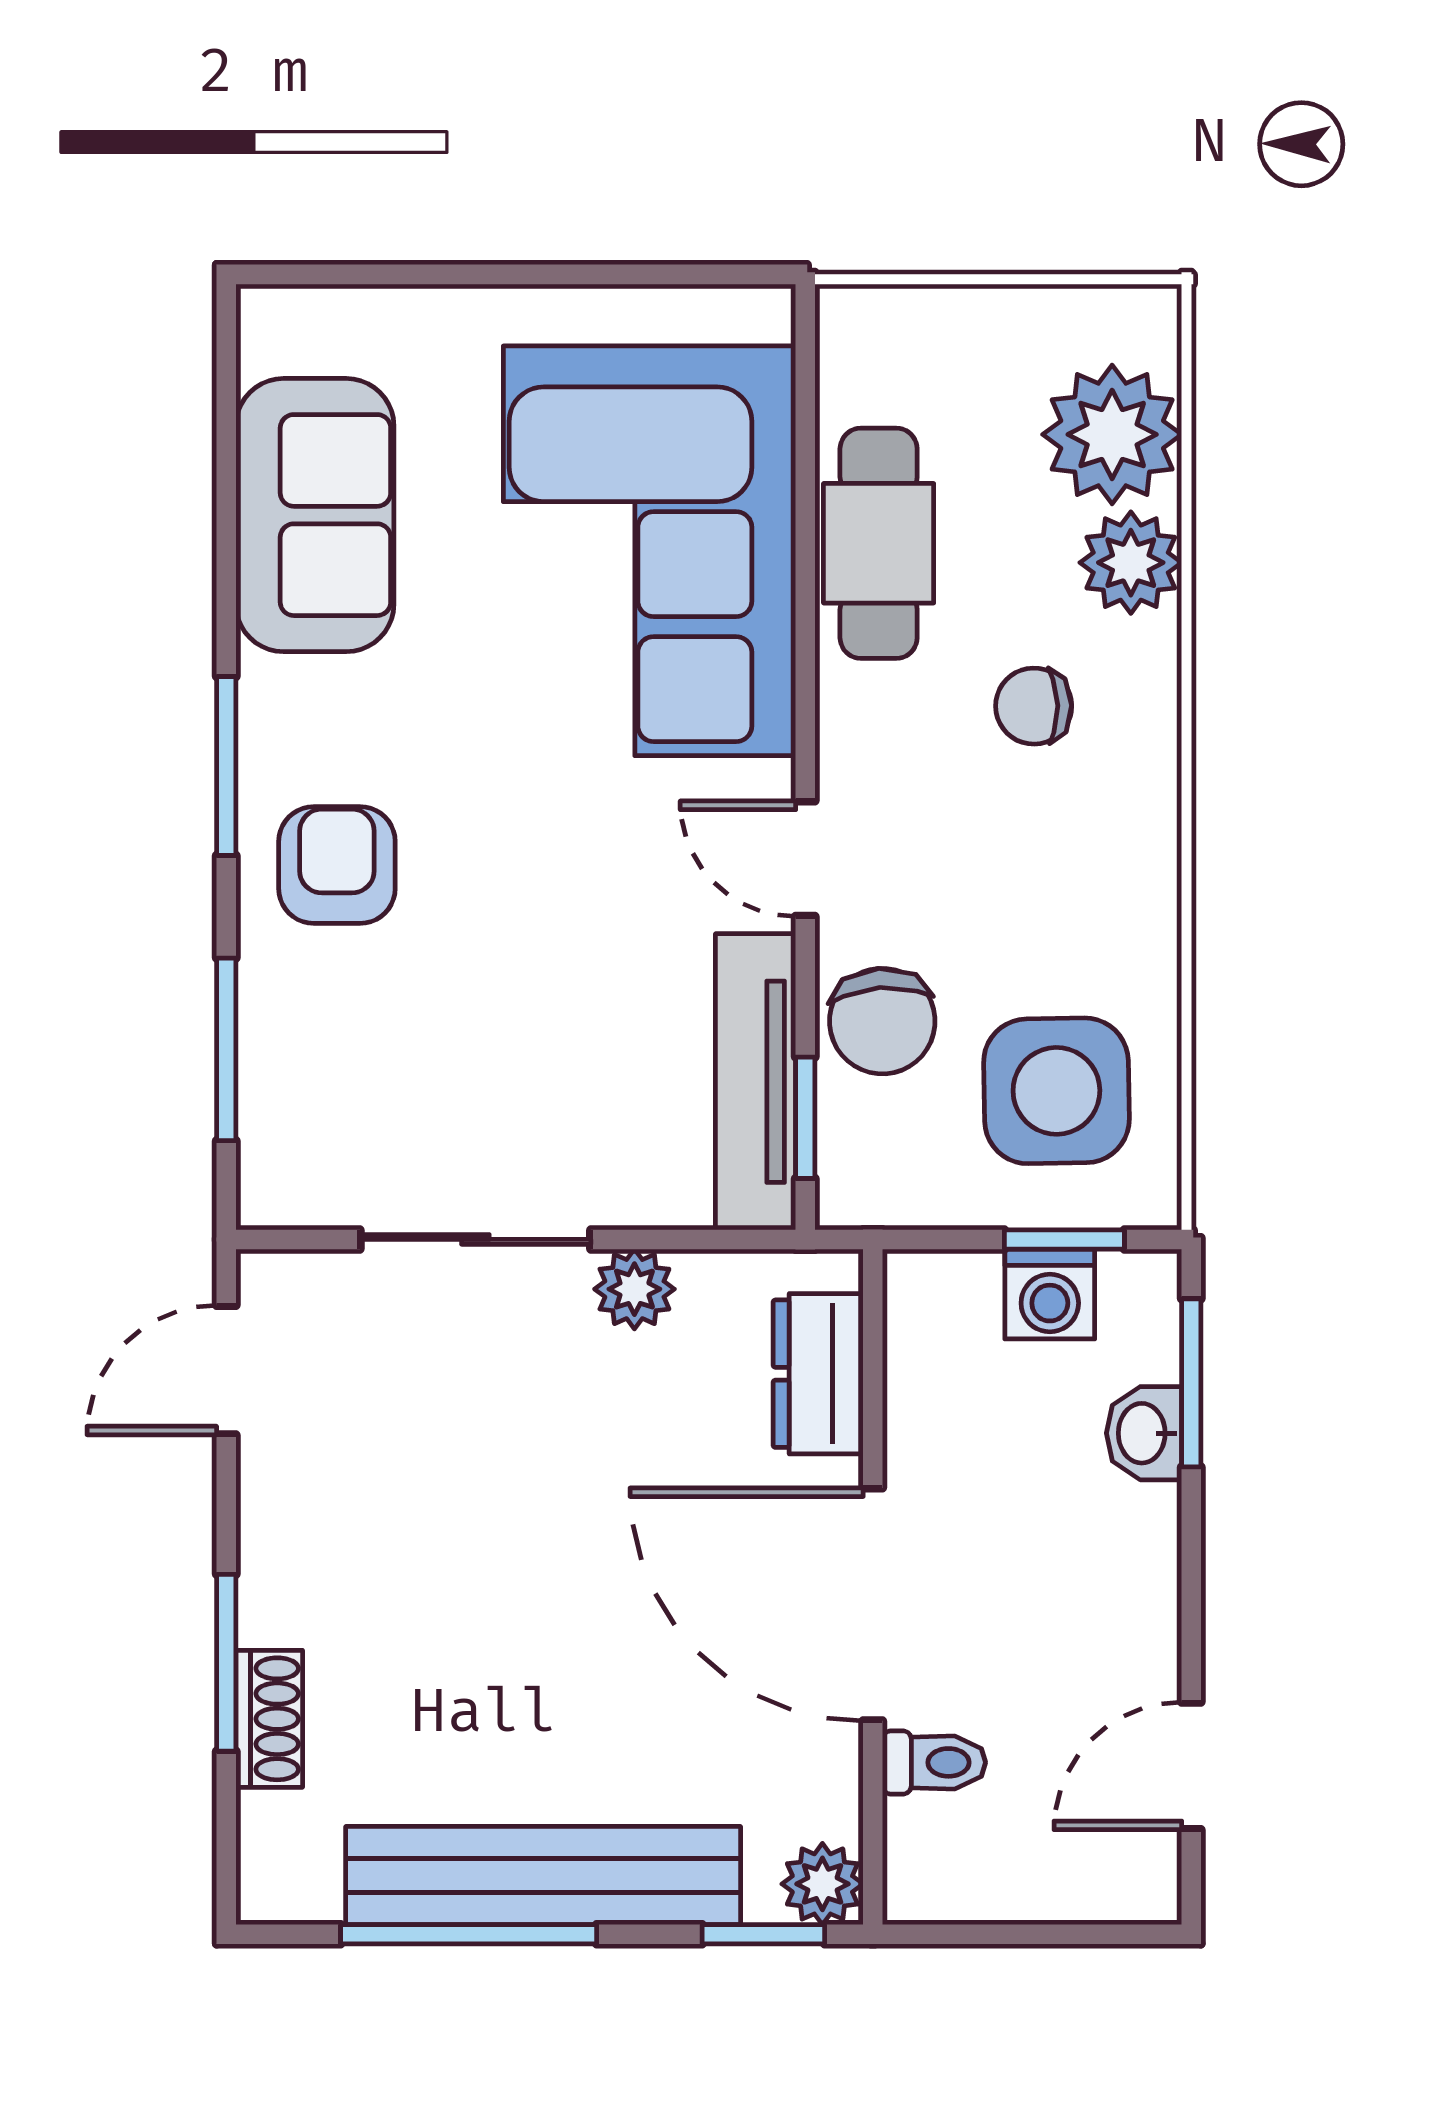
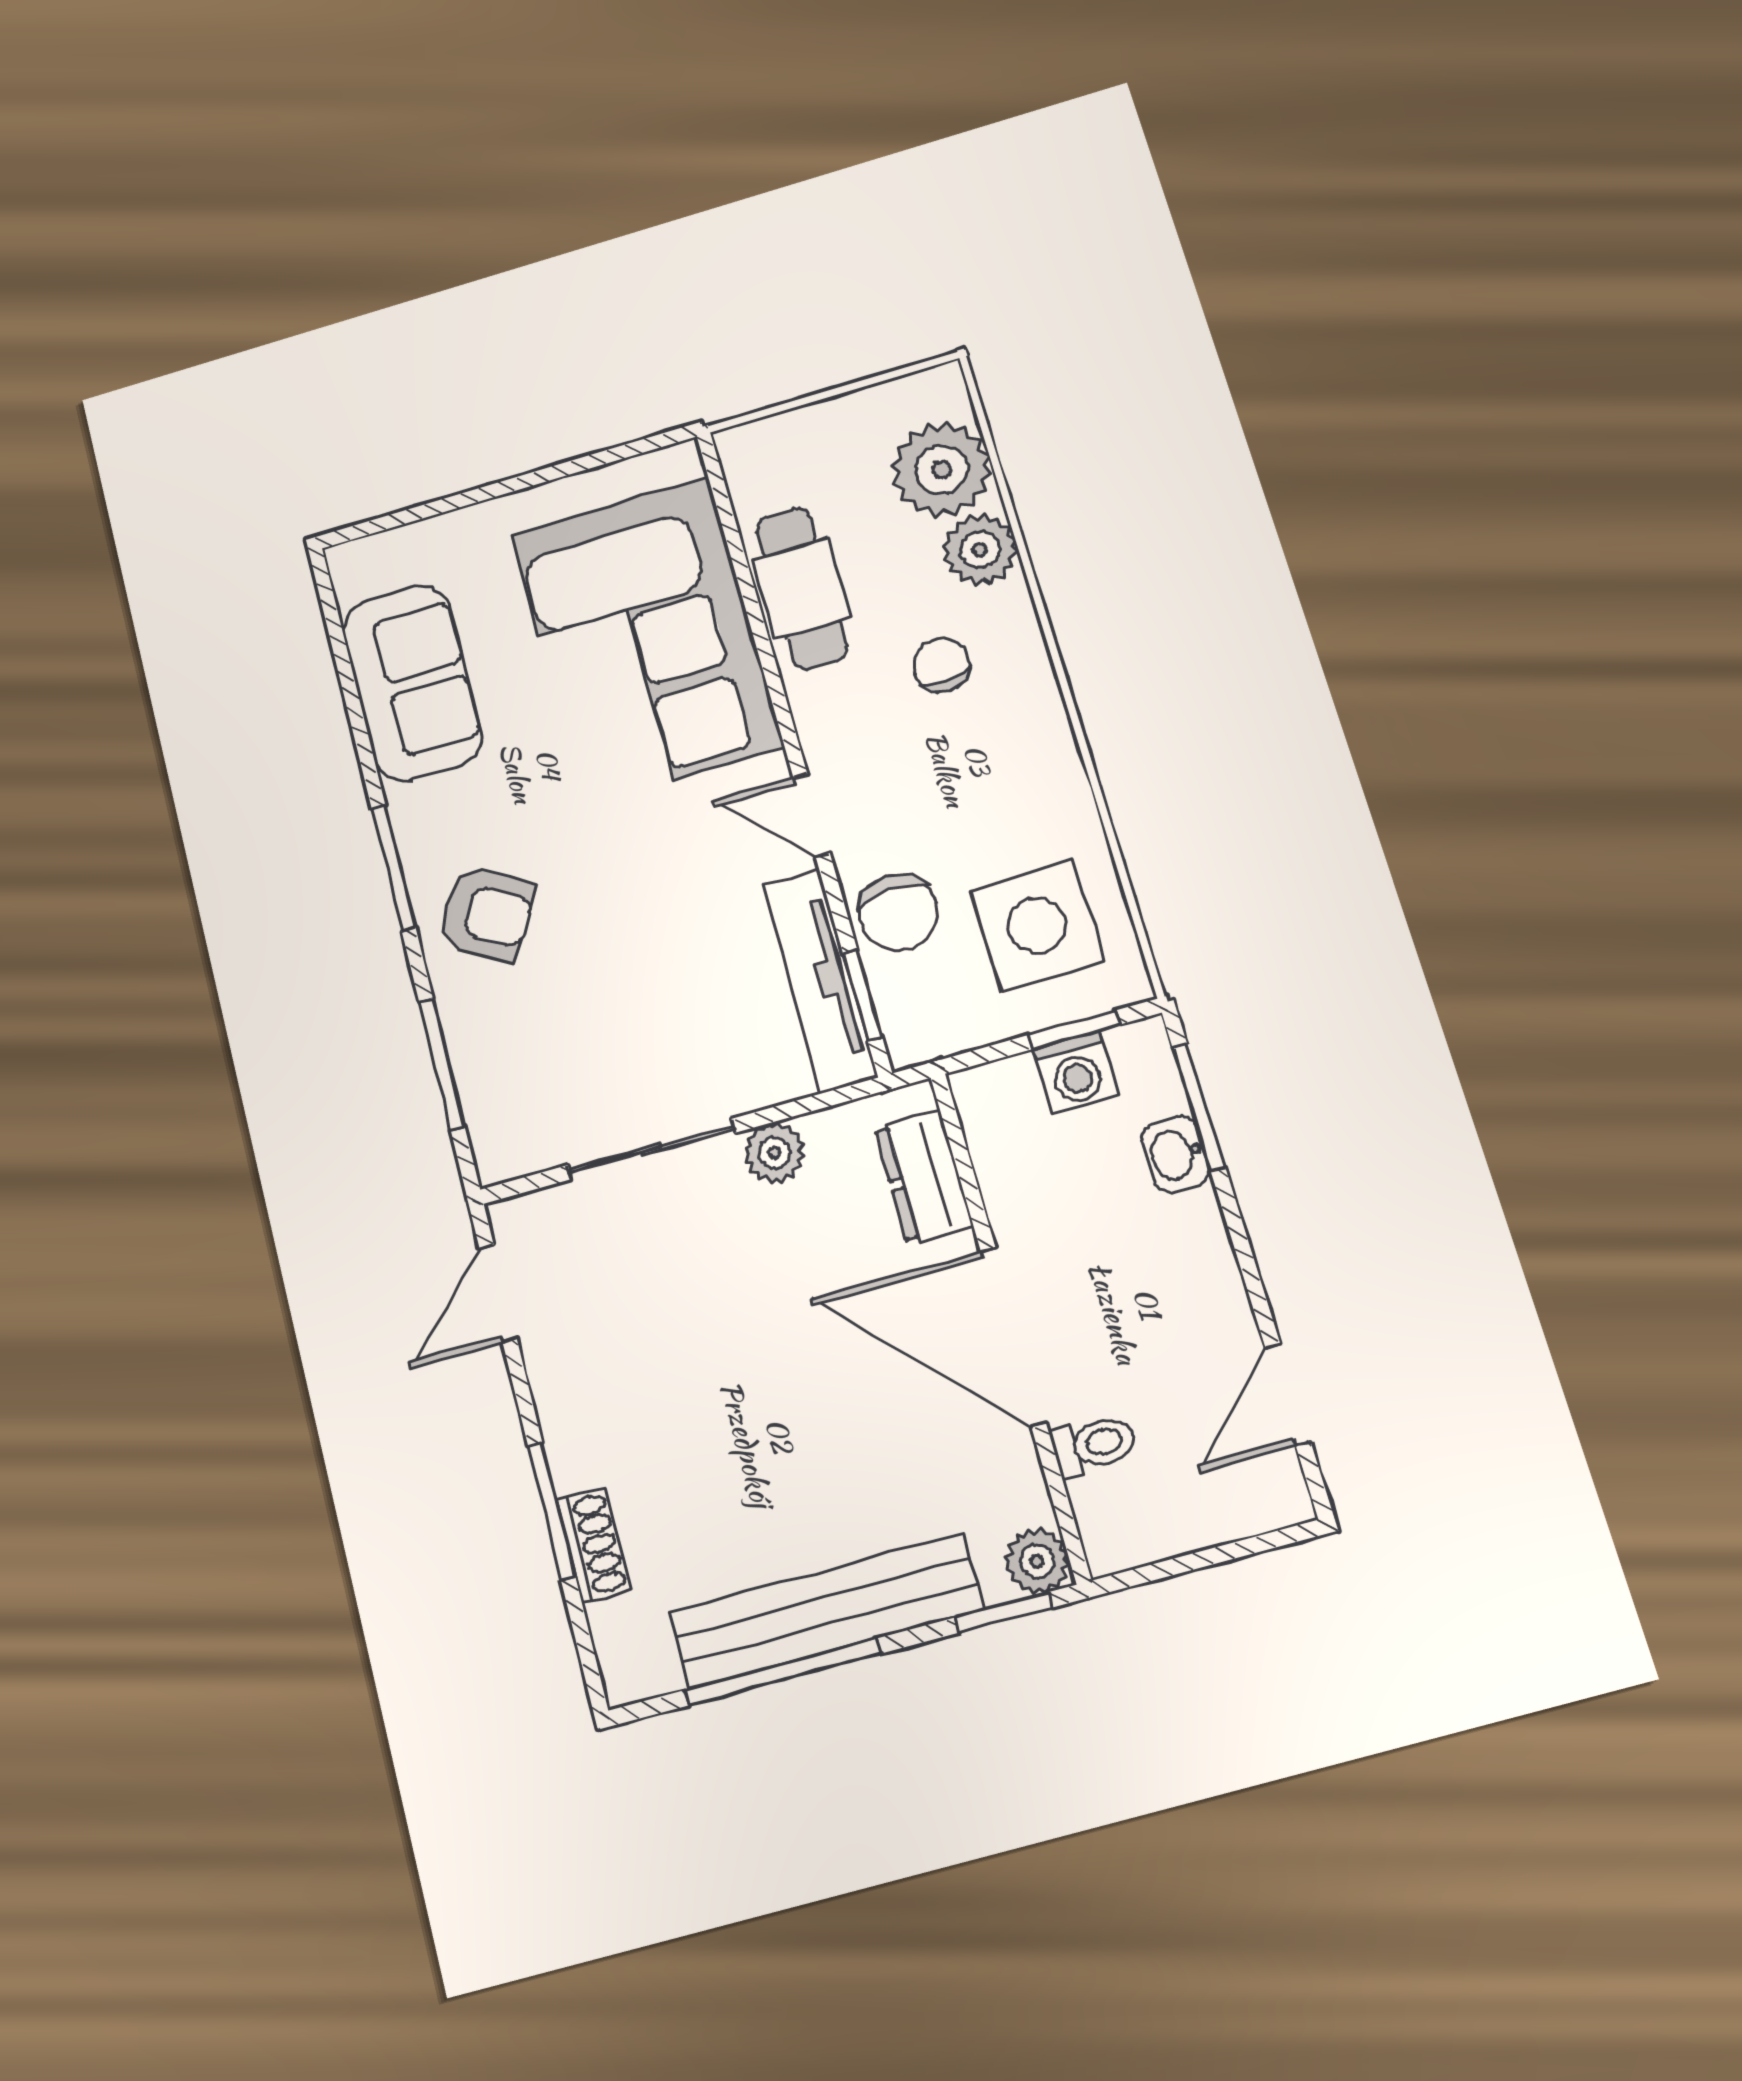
chair: (1034, 706) -> (941, 665), turned 88
armchair: (337, 865) -> (487, 914), turned 121

